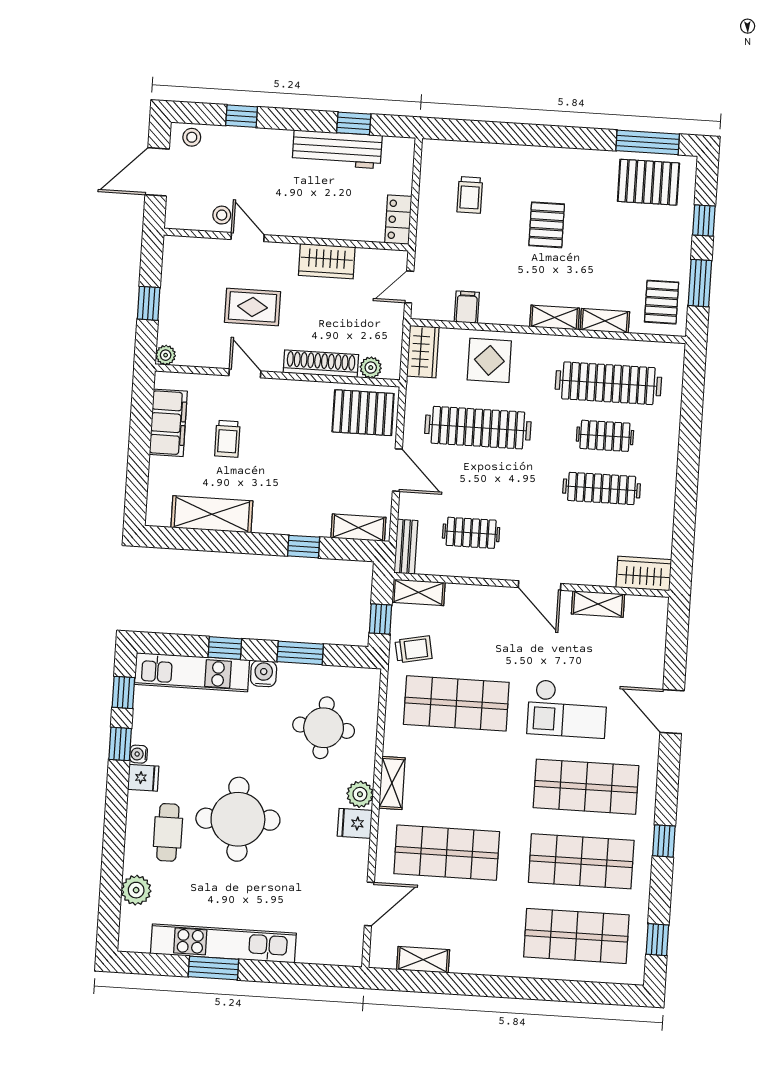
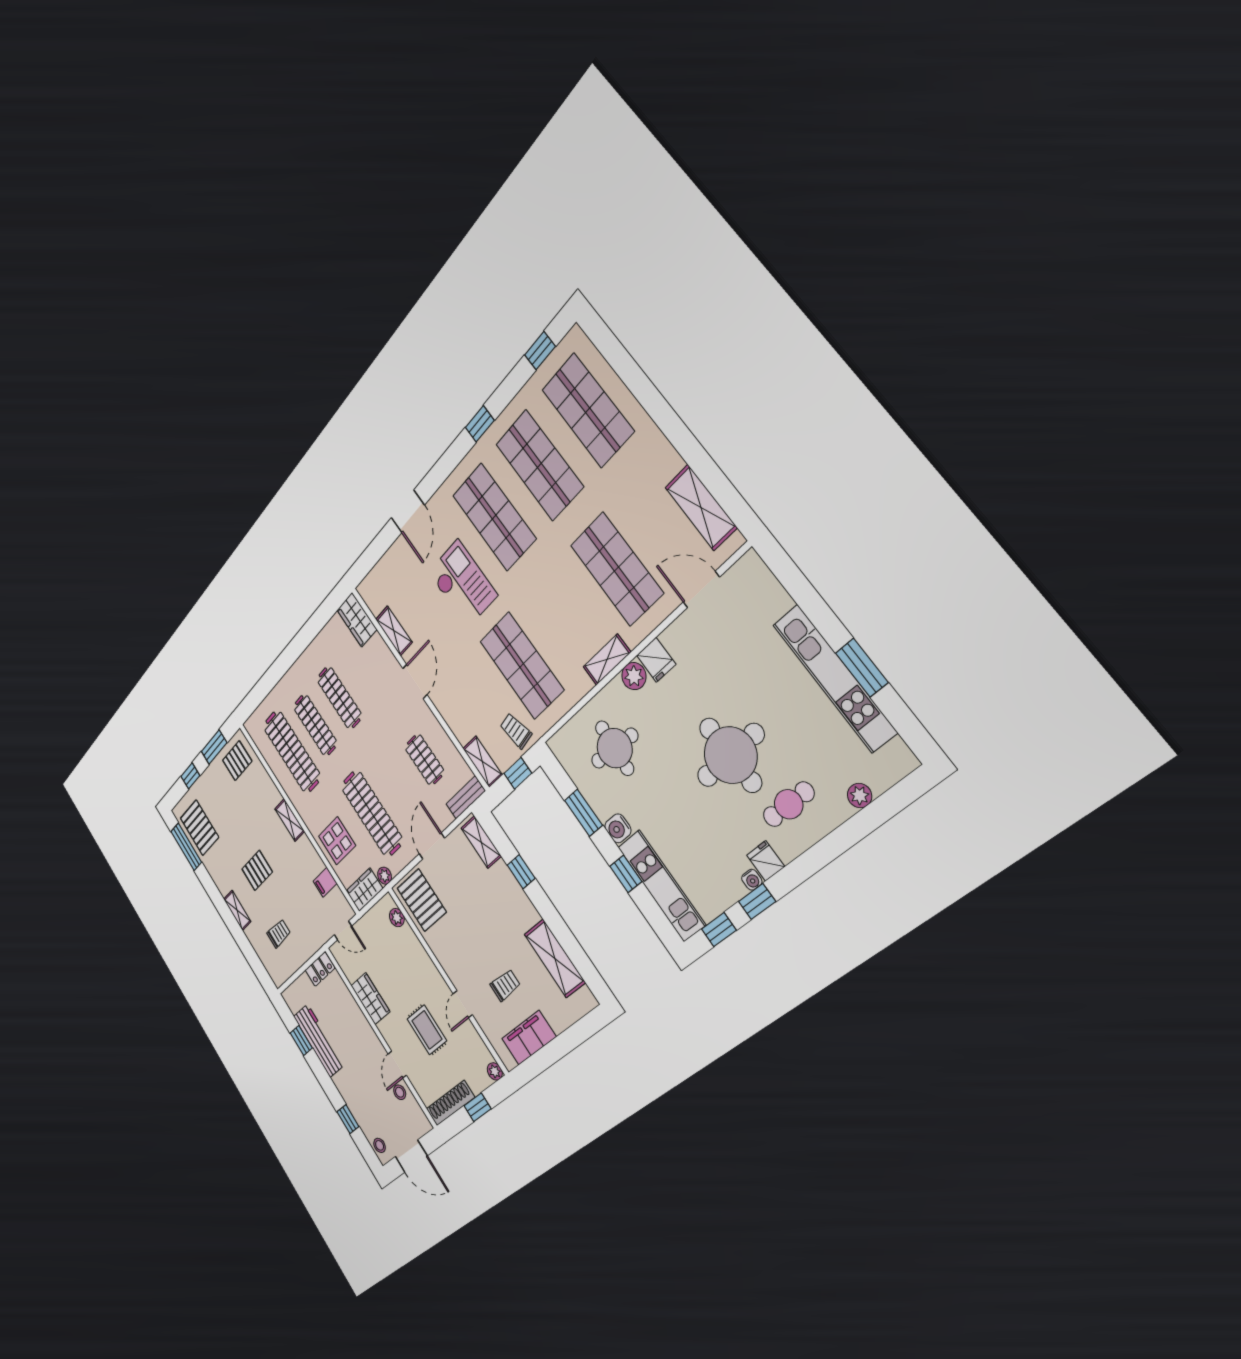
shelving: (605, 321) -> (237, 910), moved
shoe rack: (321, 364) -> (450, 1103), moved, turned 90
plant: (416, 389) -> (385, 876), added
clothes rail: (605, 436) -> (315, 725), width x1.36
plant: (136, 890) -> (860, 796), width x0.73, depth x0.73
shelving: (423, 960) -> (701, 507), width x1.50, depth x1.33

